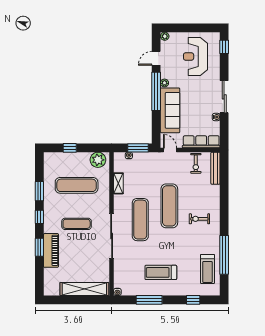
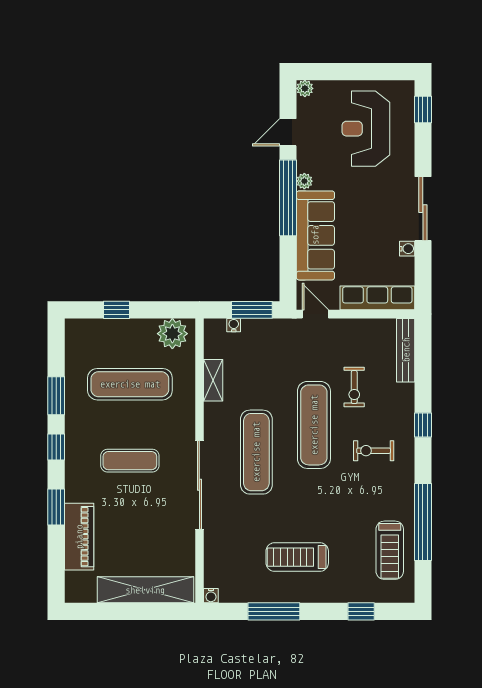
exercise bike: (196, 163) -> (354, 387), moved
window: (224, 206) -> (423, 425), added
piano: (51, 250) -> (79, 537), moved

